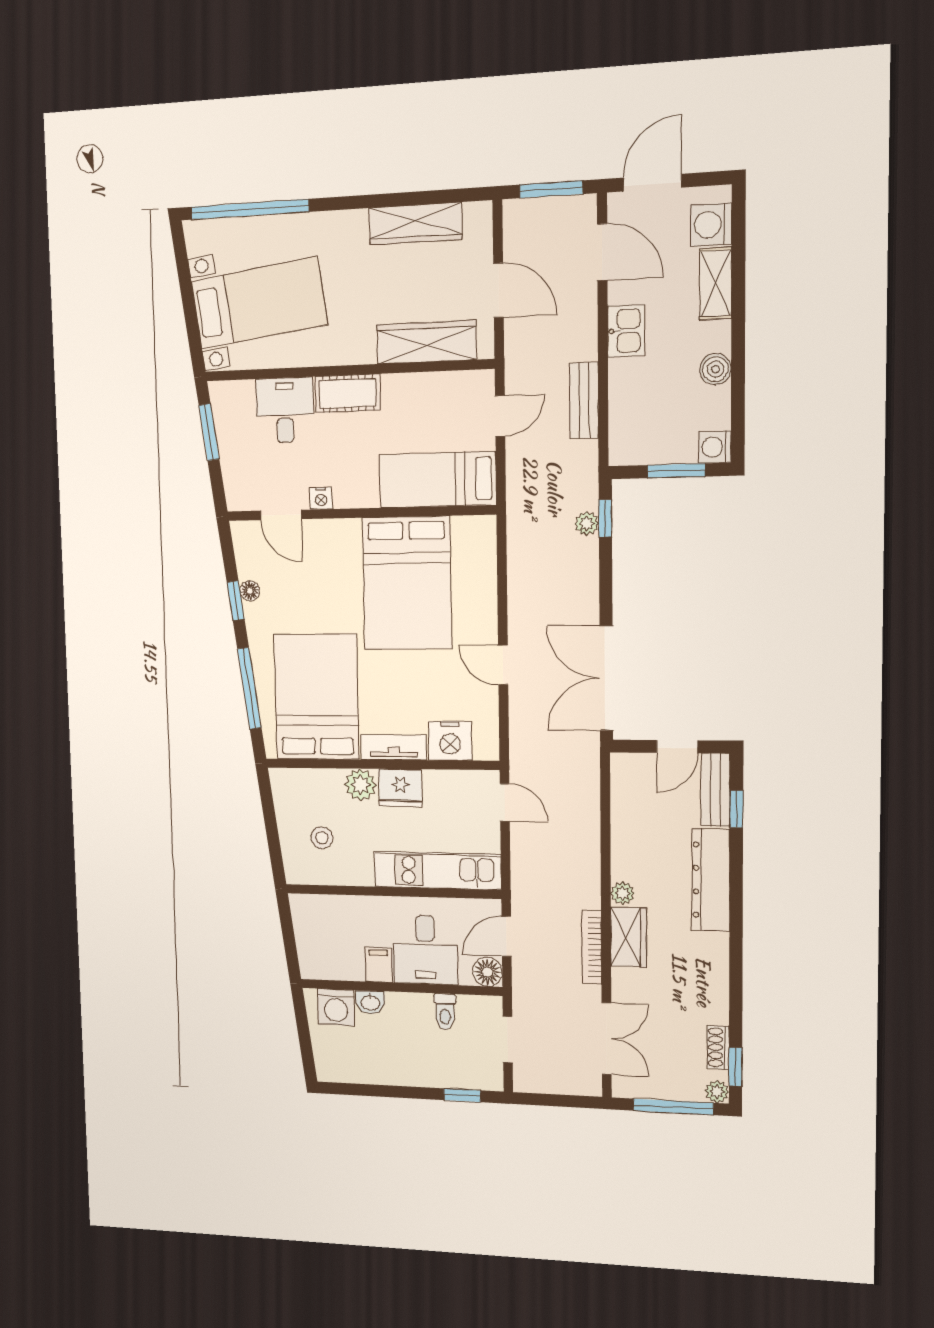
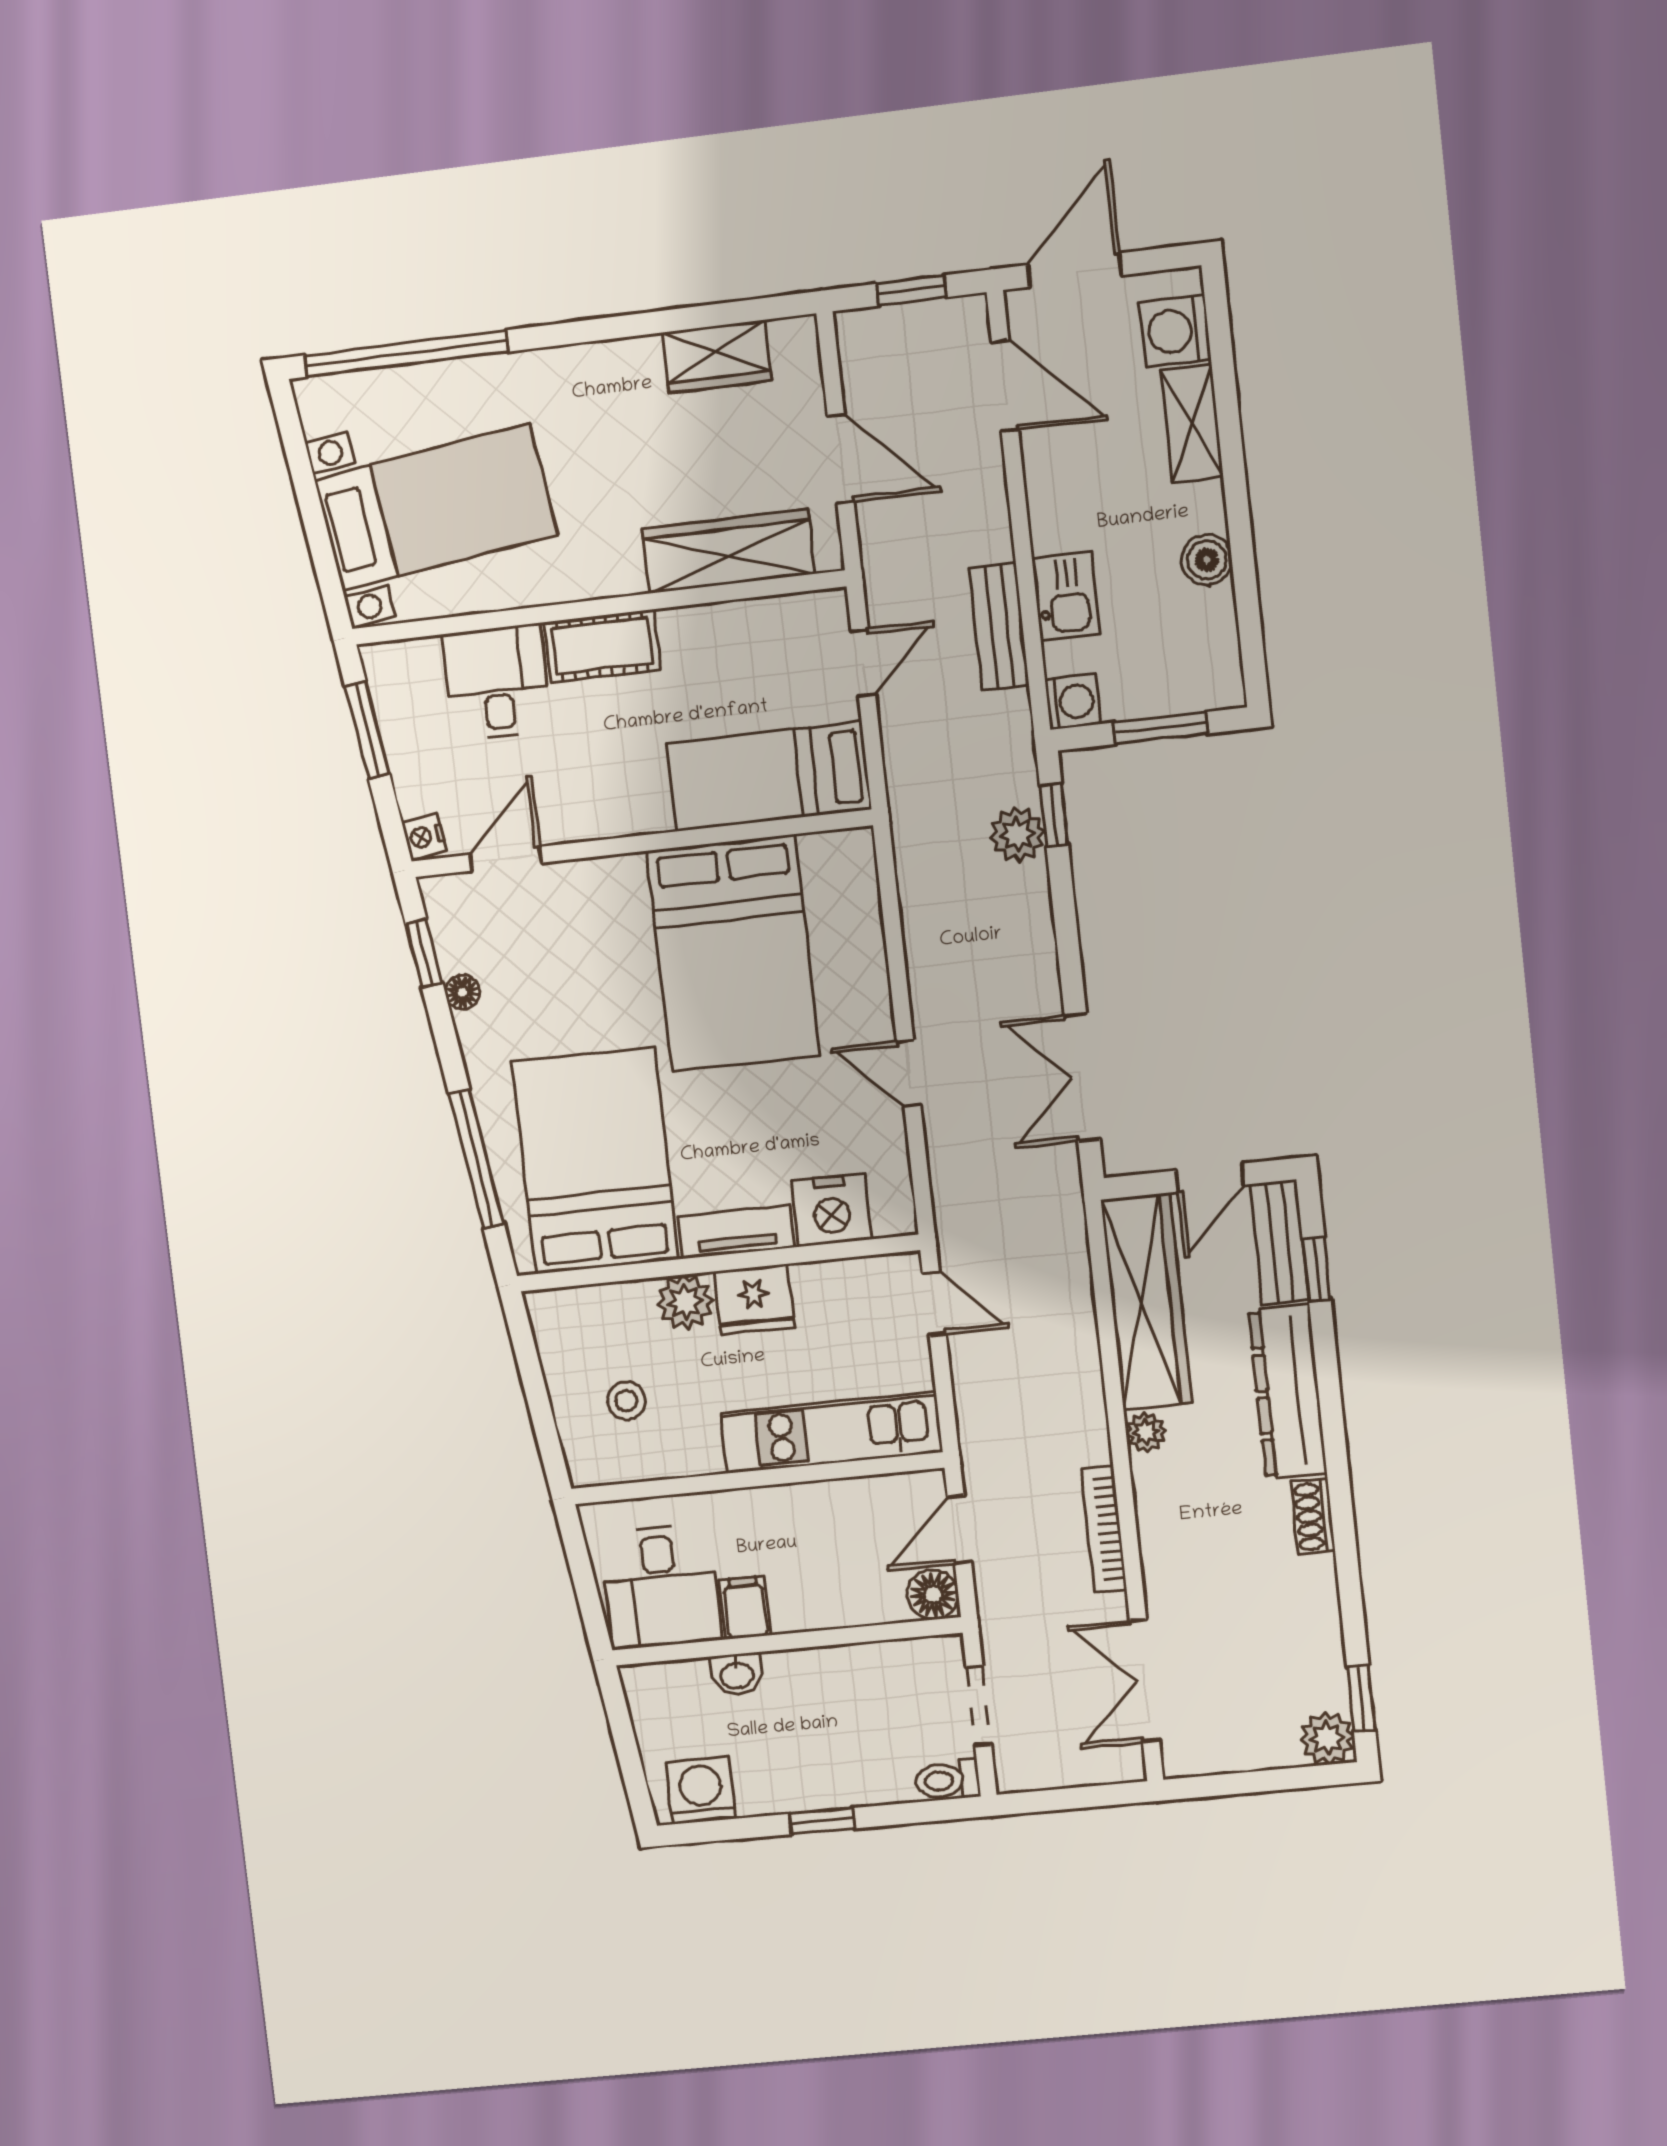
window: (551, 189) -> (911, 290), width x0.67
wardrobe: (415, 224) -> (717, 356), width x0.67
kitchen sink: (626, 331) -> (1066, 596), moved
washing machine: (715, 447) -> (1073, 702), moved, turned 180
nightstand: (321, 498) -> (424, 837), moved, turned 82
door: (281, 515) -> (506, 859), swing flipped
plant: (587, 523) -> (1018, 835), width x1.38, depth x1.38
window: (236, 601) -> (424, 953), moved
double door: (606, 678) -> (1082, 1077), width x0.73
wardrobe: (628, 937) -> (1146, 1302), moved, width x2.10, depth x1.17
desk: (425, 950) -> (661, 1586), moved
washing machine: (336, 1007) -> (701, 1790), moved, turned 180
toilet: (445, 1012) -> (948, 1780), moved, turned 90
double door: (607, 1039) -> (1144, 1681), swing flipped
shoe rack: (718, 1047) -> (1313, 1516), moved
plant: (717, 1092) -> (1327, 1738), width x1.38, depth x1.38
window: (462, 1095) -> (822, 1821), moved
window: (673, 1107) -> (1267, 1781), removed

